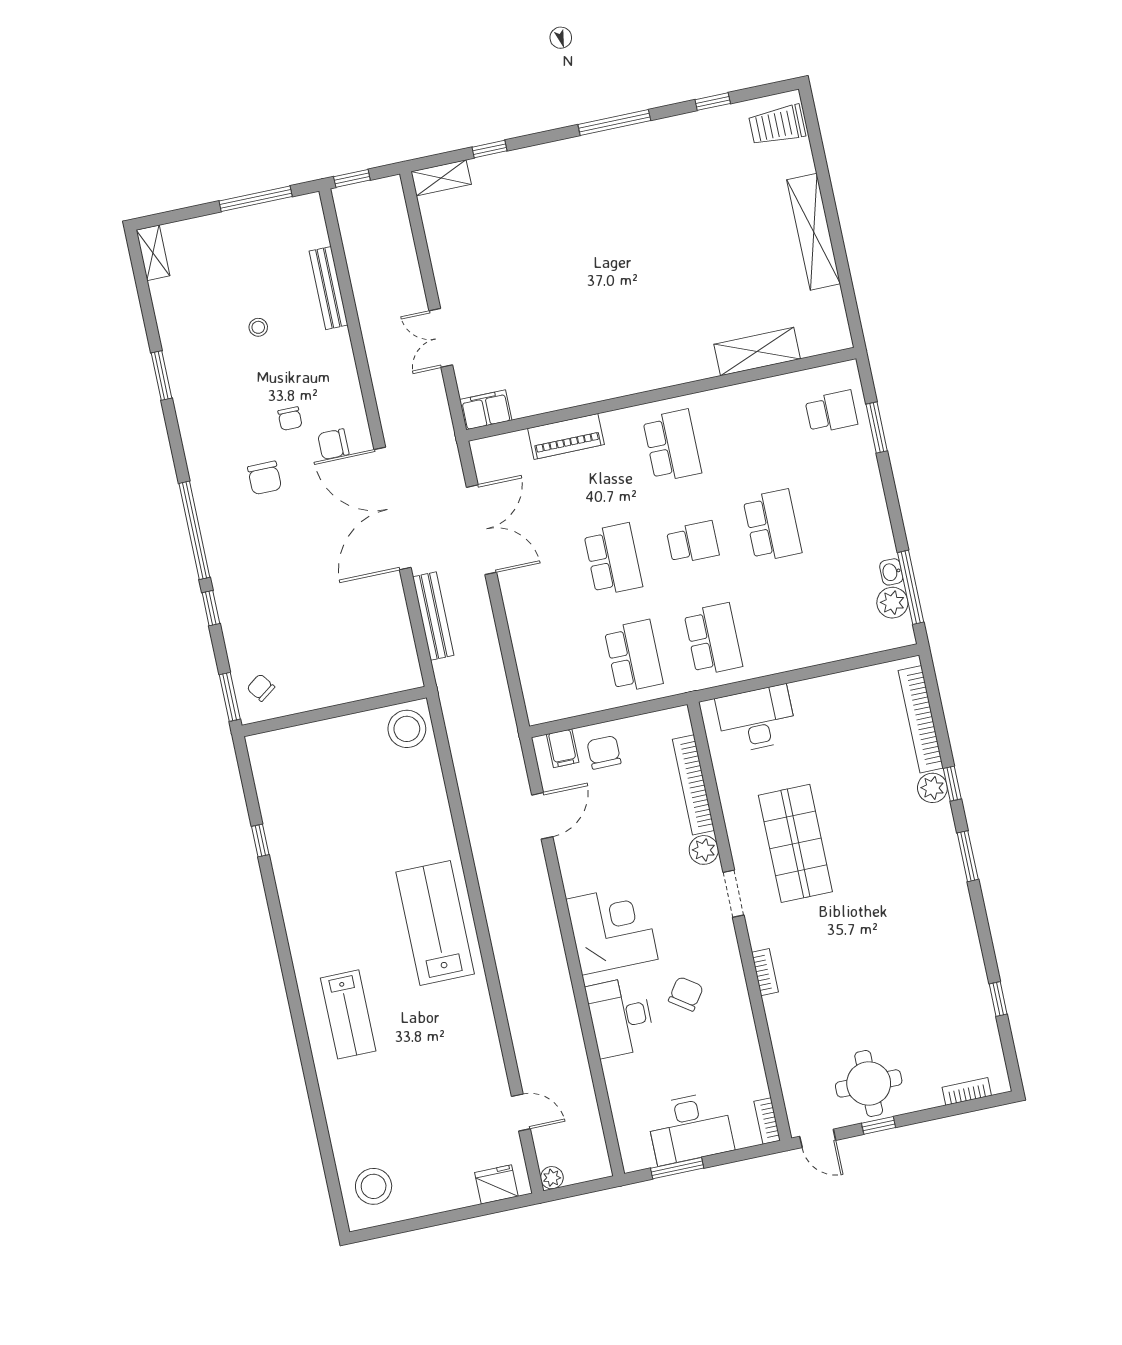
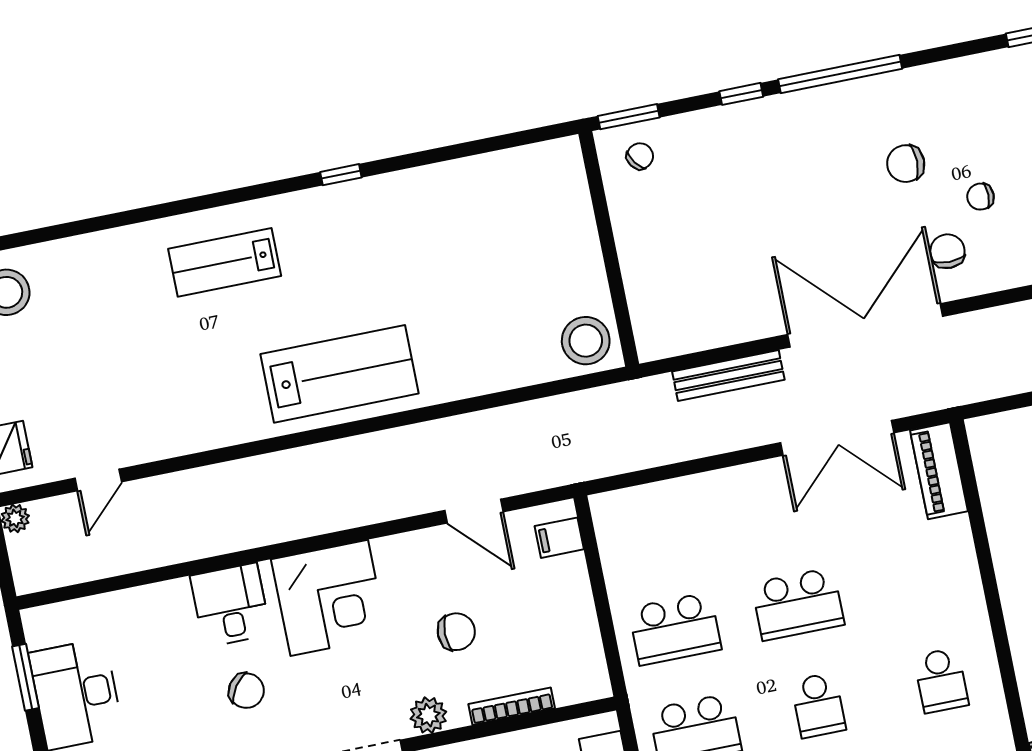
filing cabinet: (486, 410) -> (989, 445), removed
piano: (566, 436) -> (939, 471), moved
school desk: (672, 446) -> (941, 680), width x0.54
chair: (604, 752) -> (456, 632), moved
bookcase: (693, 785) -> (512, 706), width x0.68, depth x0.76
window: (260, 840) -> (341, 175), moved
desk: (620, 1017) -> (230, 605), width x0.73

